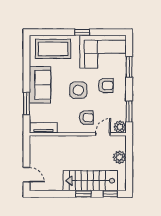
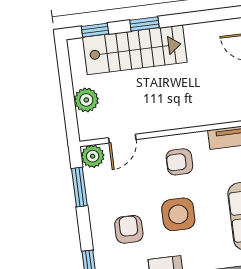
armchair: (106, 86) -> (129, 229), turned 90
armchair: (86, 118) -> (179, 162), moved

